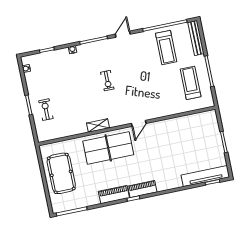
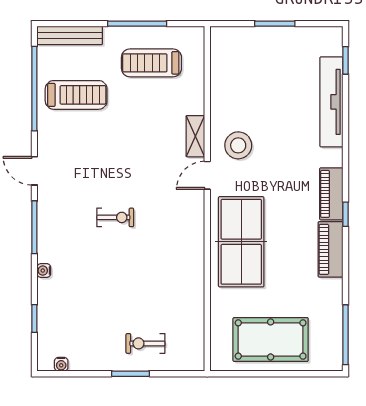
door: (139, 123) -> (207, 175), swing flipped
shelving: (98, 125) -> (195, 136), moved
stool: (157, 136) -> (238, 145), added
tv unit: (205, 176) -> (331, 102), moved

